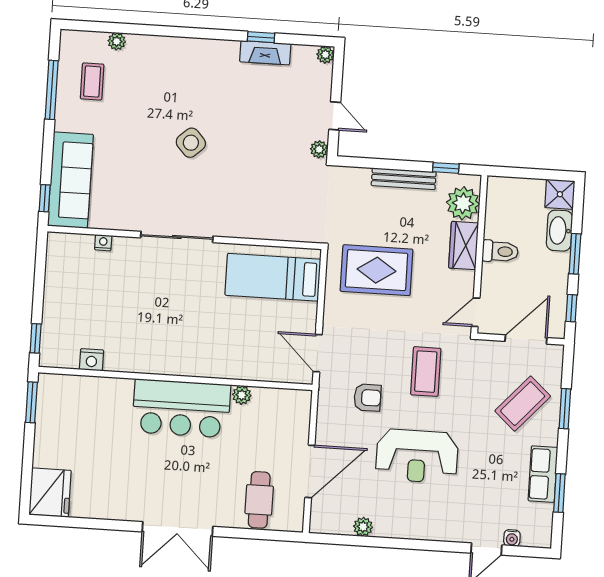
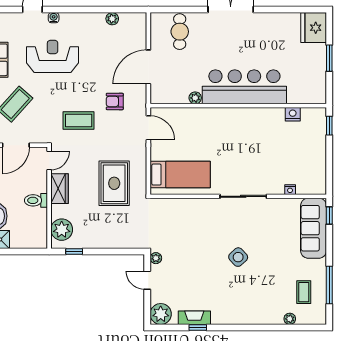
plant: (325, 55) -> (161, 314), width x1.87, depth x1.87
bench: (404, 179) -> (101, 243), removed
wardrobe: (464, 245) -> (60, 189), moved
rug: (377, 270) -> (114, 183), turned 90
coffee table: (426, 372) -> (79, 121), turned 90
window: (31, 402) -> (329, 58), moved
bar counter: (181, 408) -> (244, 87), width x1.36
reception desk: (417, 456) -> (53, 56), moved
door: (310, 471) -> (148, 67), moved
water cooler: (512, 538) -> (54, 18), moved

